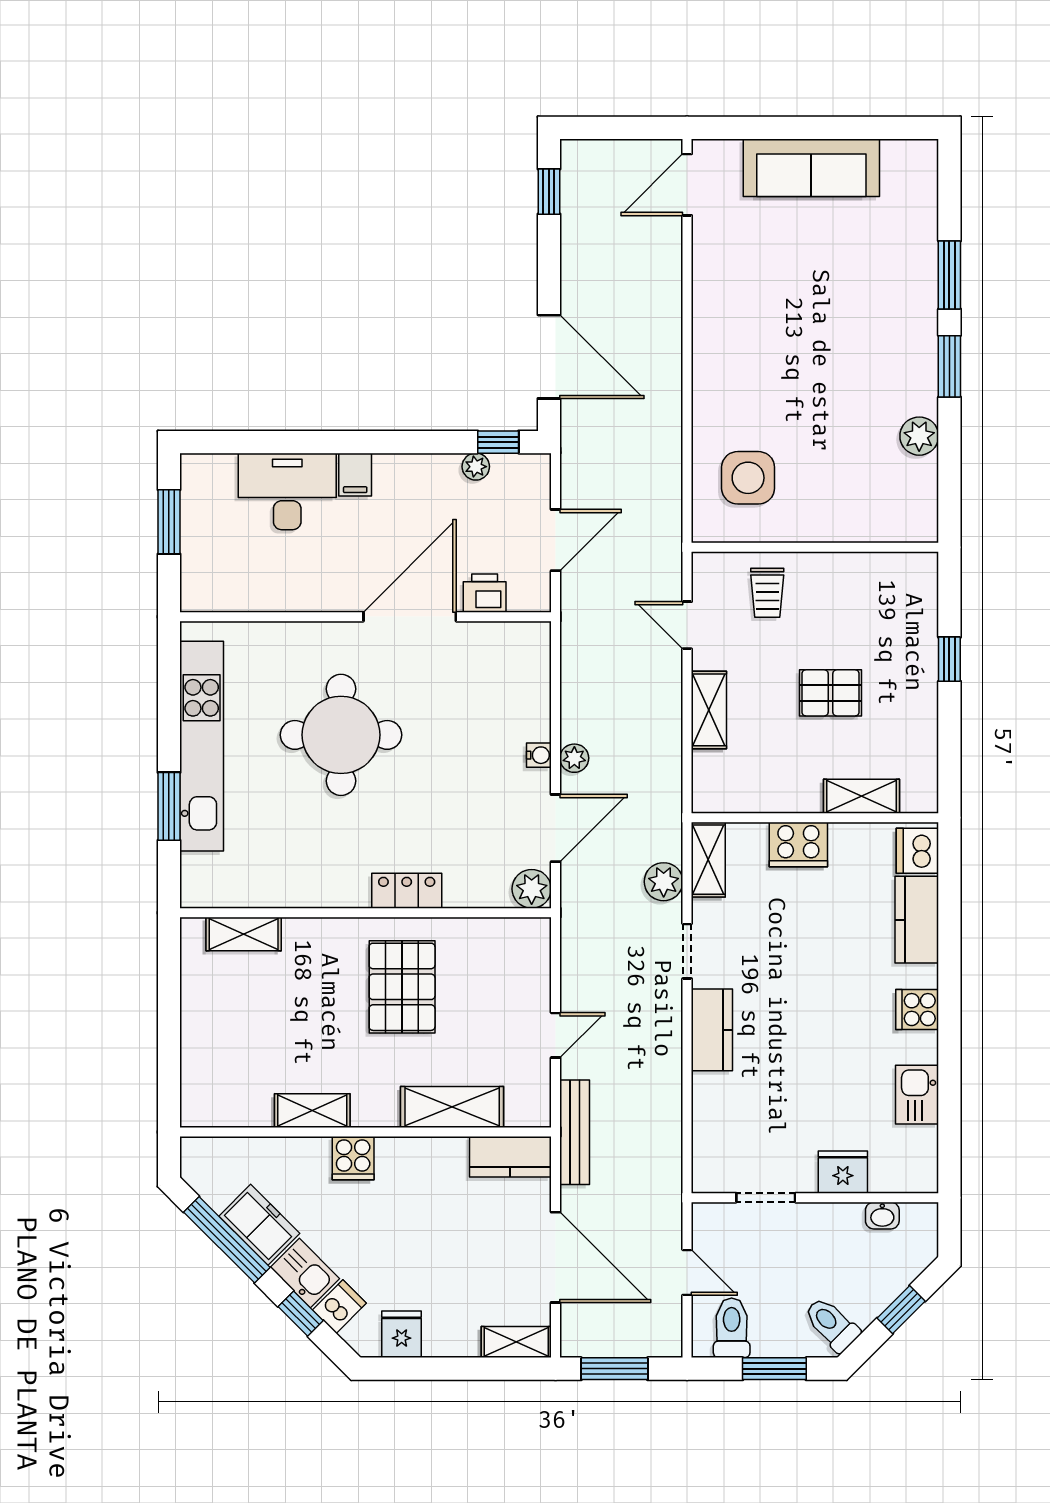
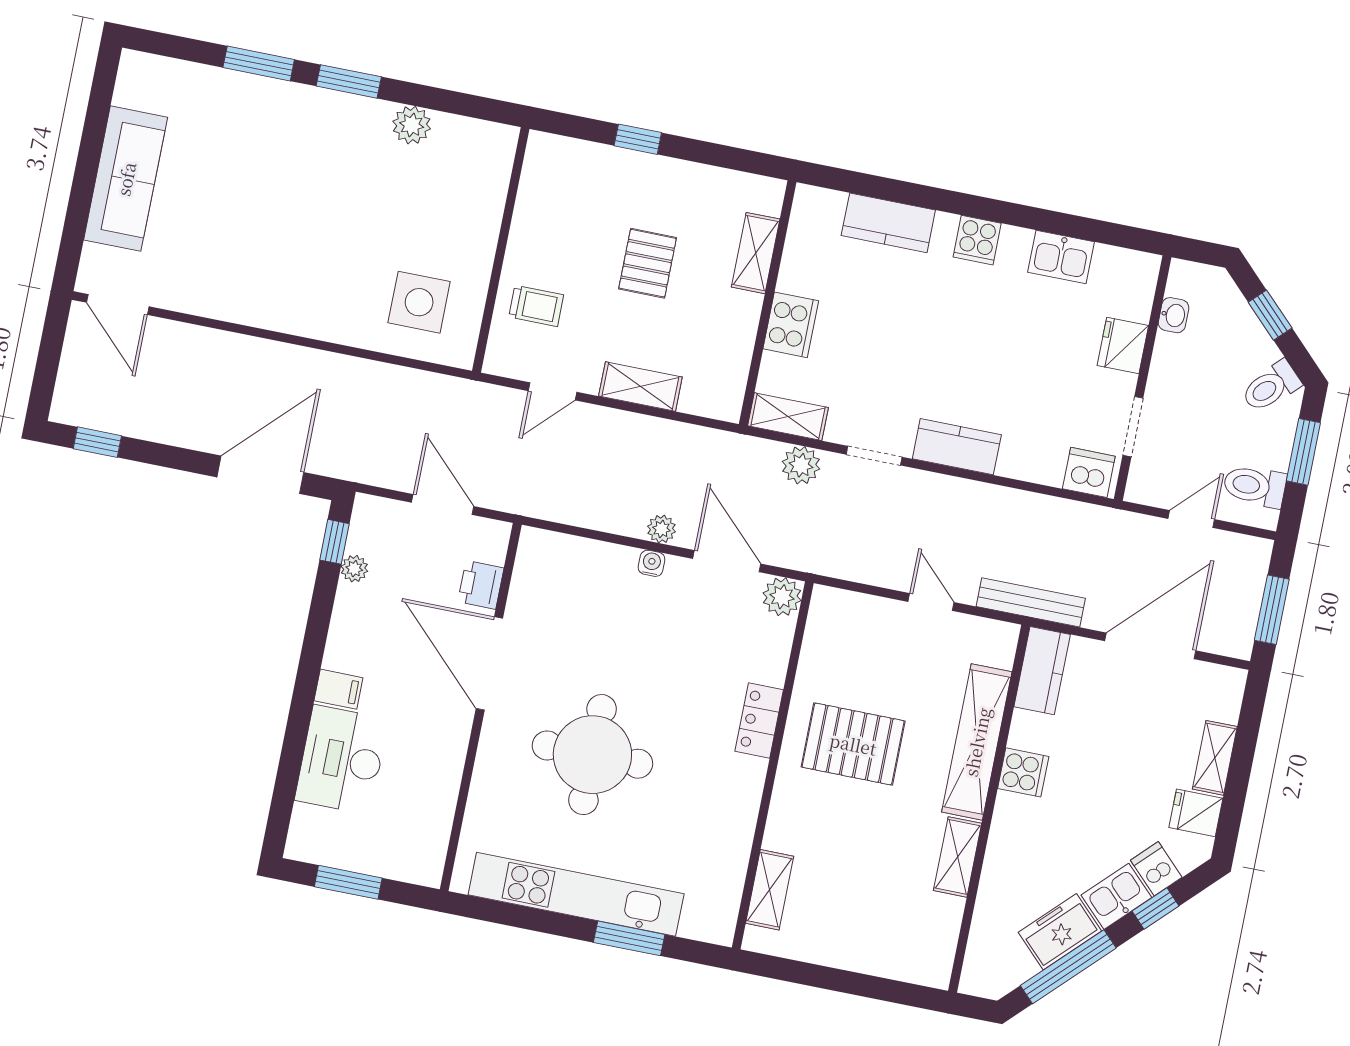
dishwasher: (917, 851) -> (1089, 472), moved, turned 180
shelving: (452, 1107) -> (977, 742), width x1.47
cooker: (353, 1158) -> (1023, 772), moved
shelving: (516, 1342) -> (1215, 758), moved

